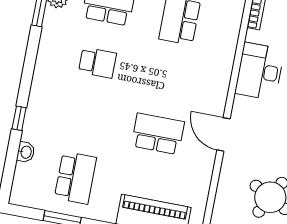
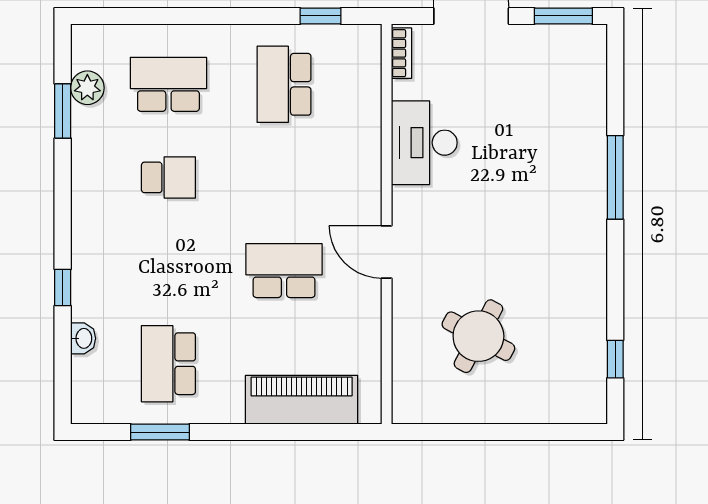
school desk: (75, 178) -> (168, 364), turned 180

